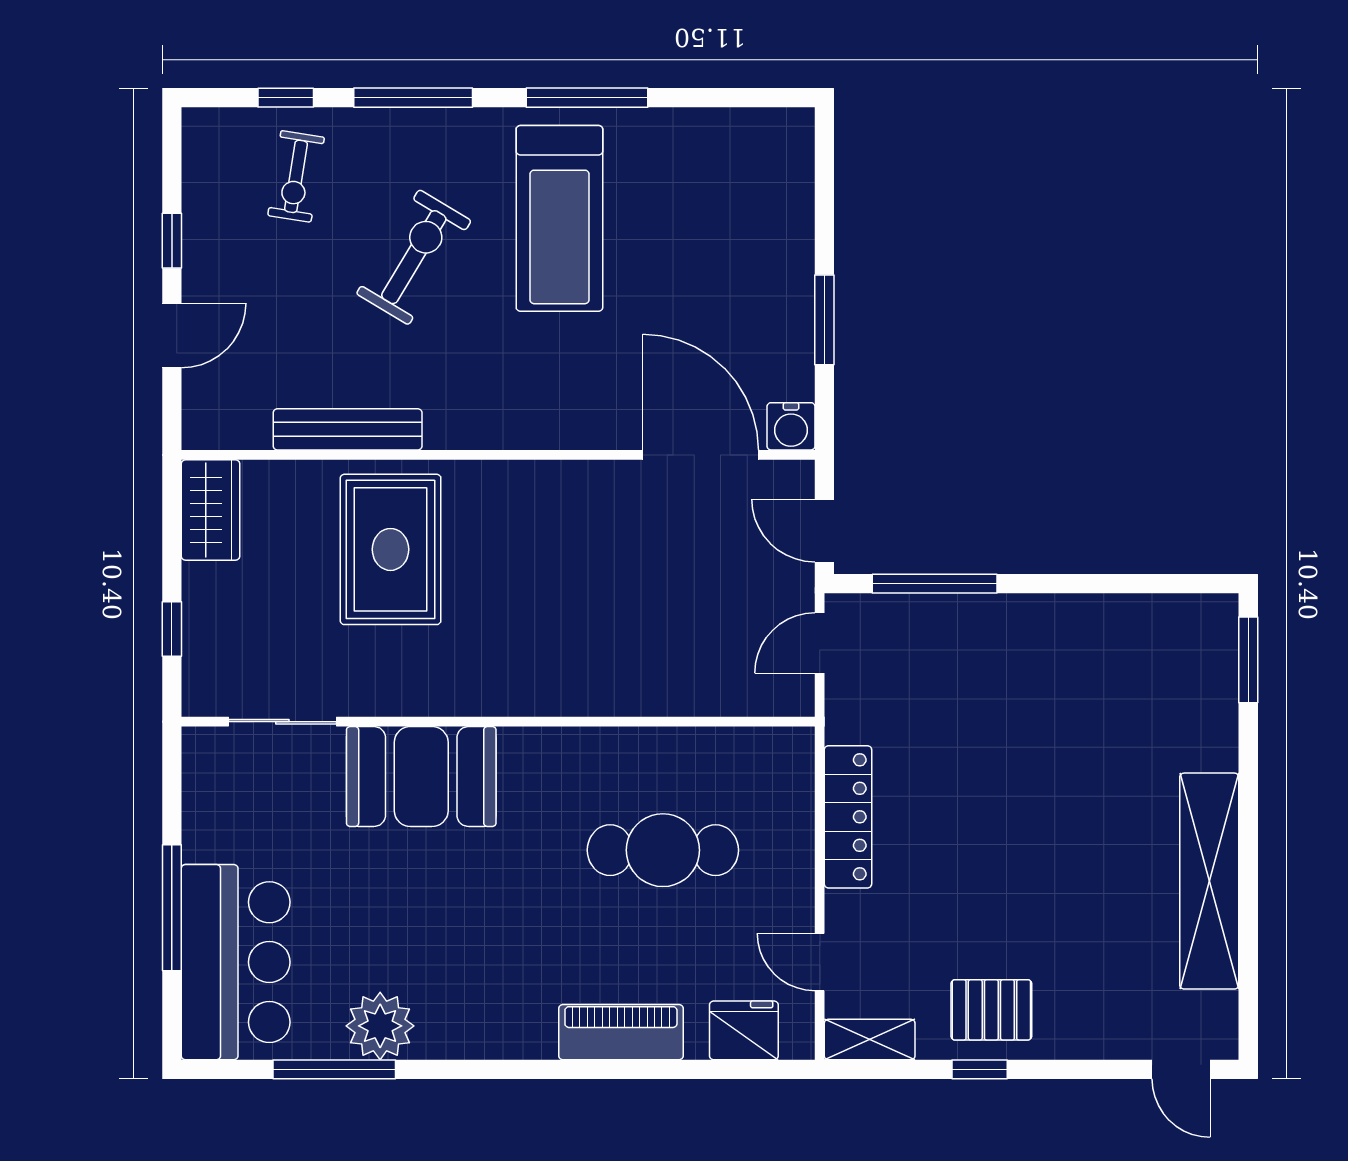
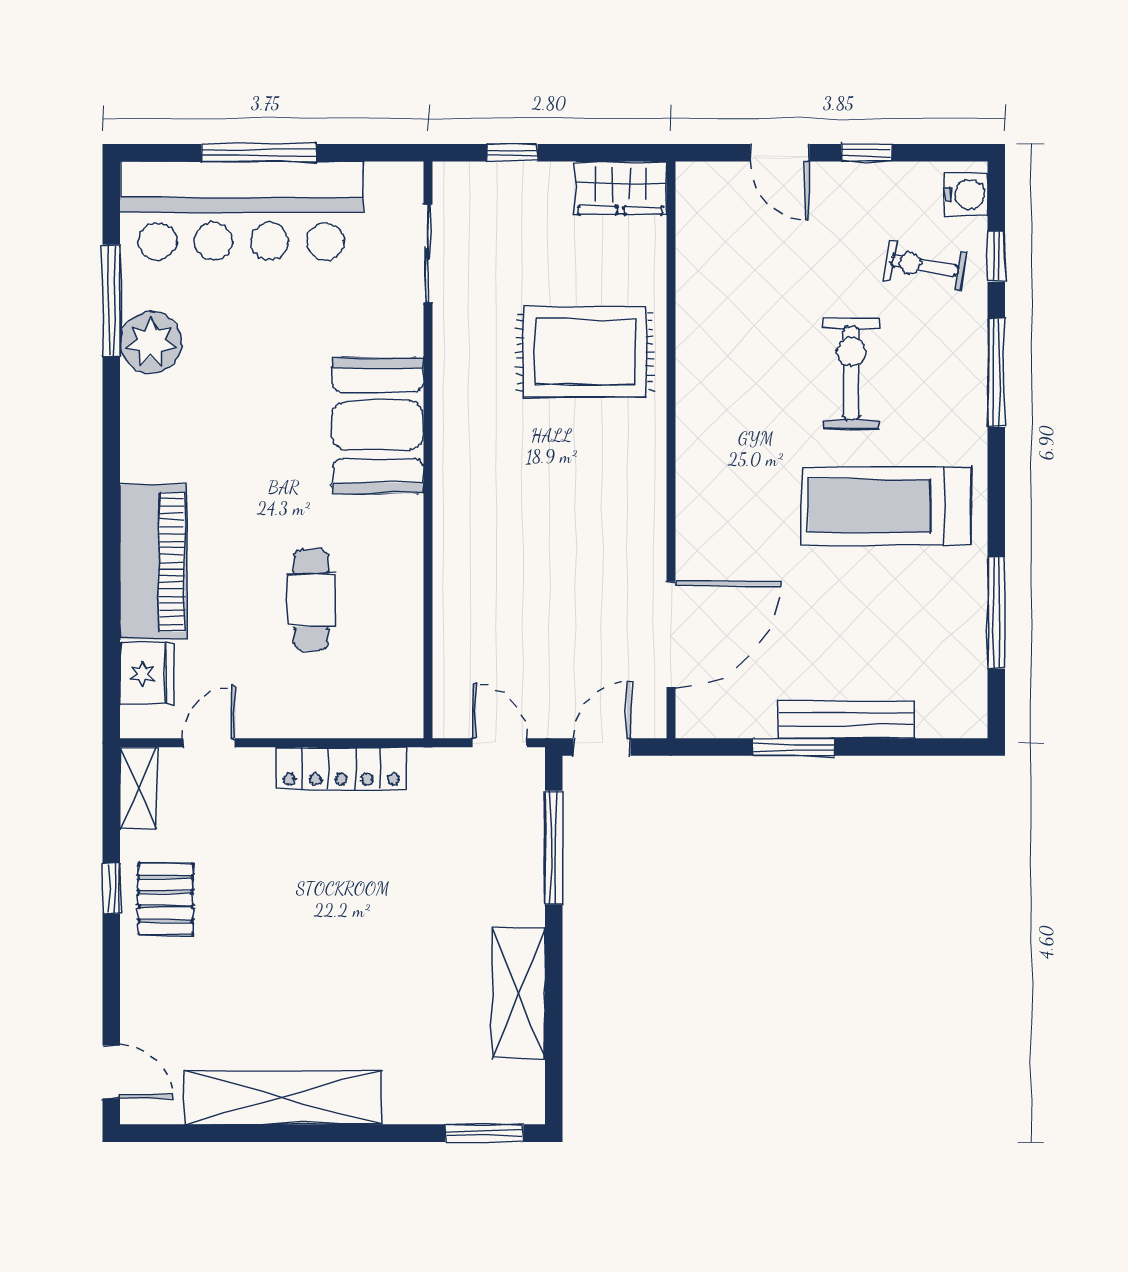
window: (587, 98) -> (996, 613), moved
exercise bike: (414, 257) -> (851, 373), turned -121
water cooler: (791, 426) -> (966, 194), moved, turned 180
bench: (348, 429) -> (846, 719), moved, turned 90
shelving: (1095, 622) -> (519, 994), added
booth: (421, 777) -> (378, 425), moved
cafe table: (663, 850) -> (311, 600), width x0.73, depth x0.74
bar counter: (236, 962) -> (241, 211), width x1.36
piano: (621, 1032) -> (154, 562), width x1.37, depth x1.33
door: (1181, 1069) -> (111, 1072), swing flipped

